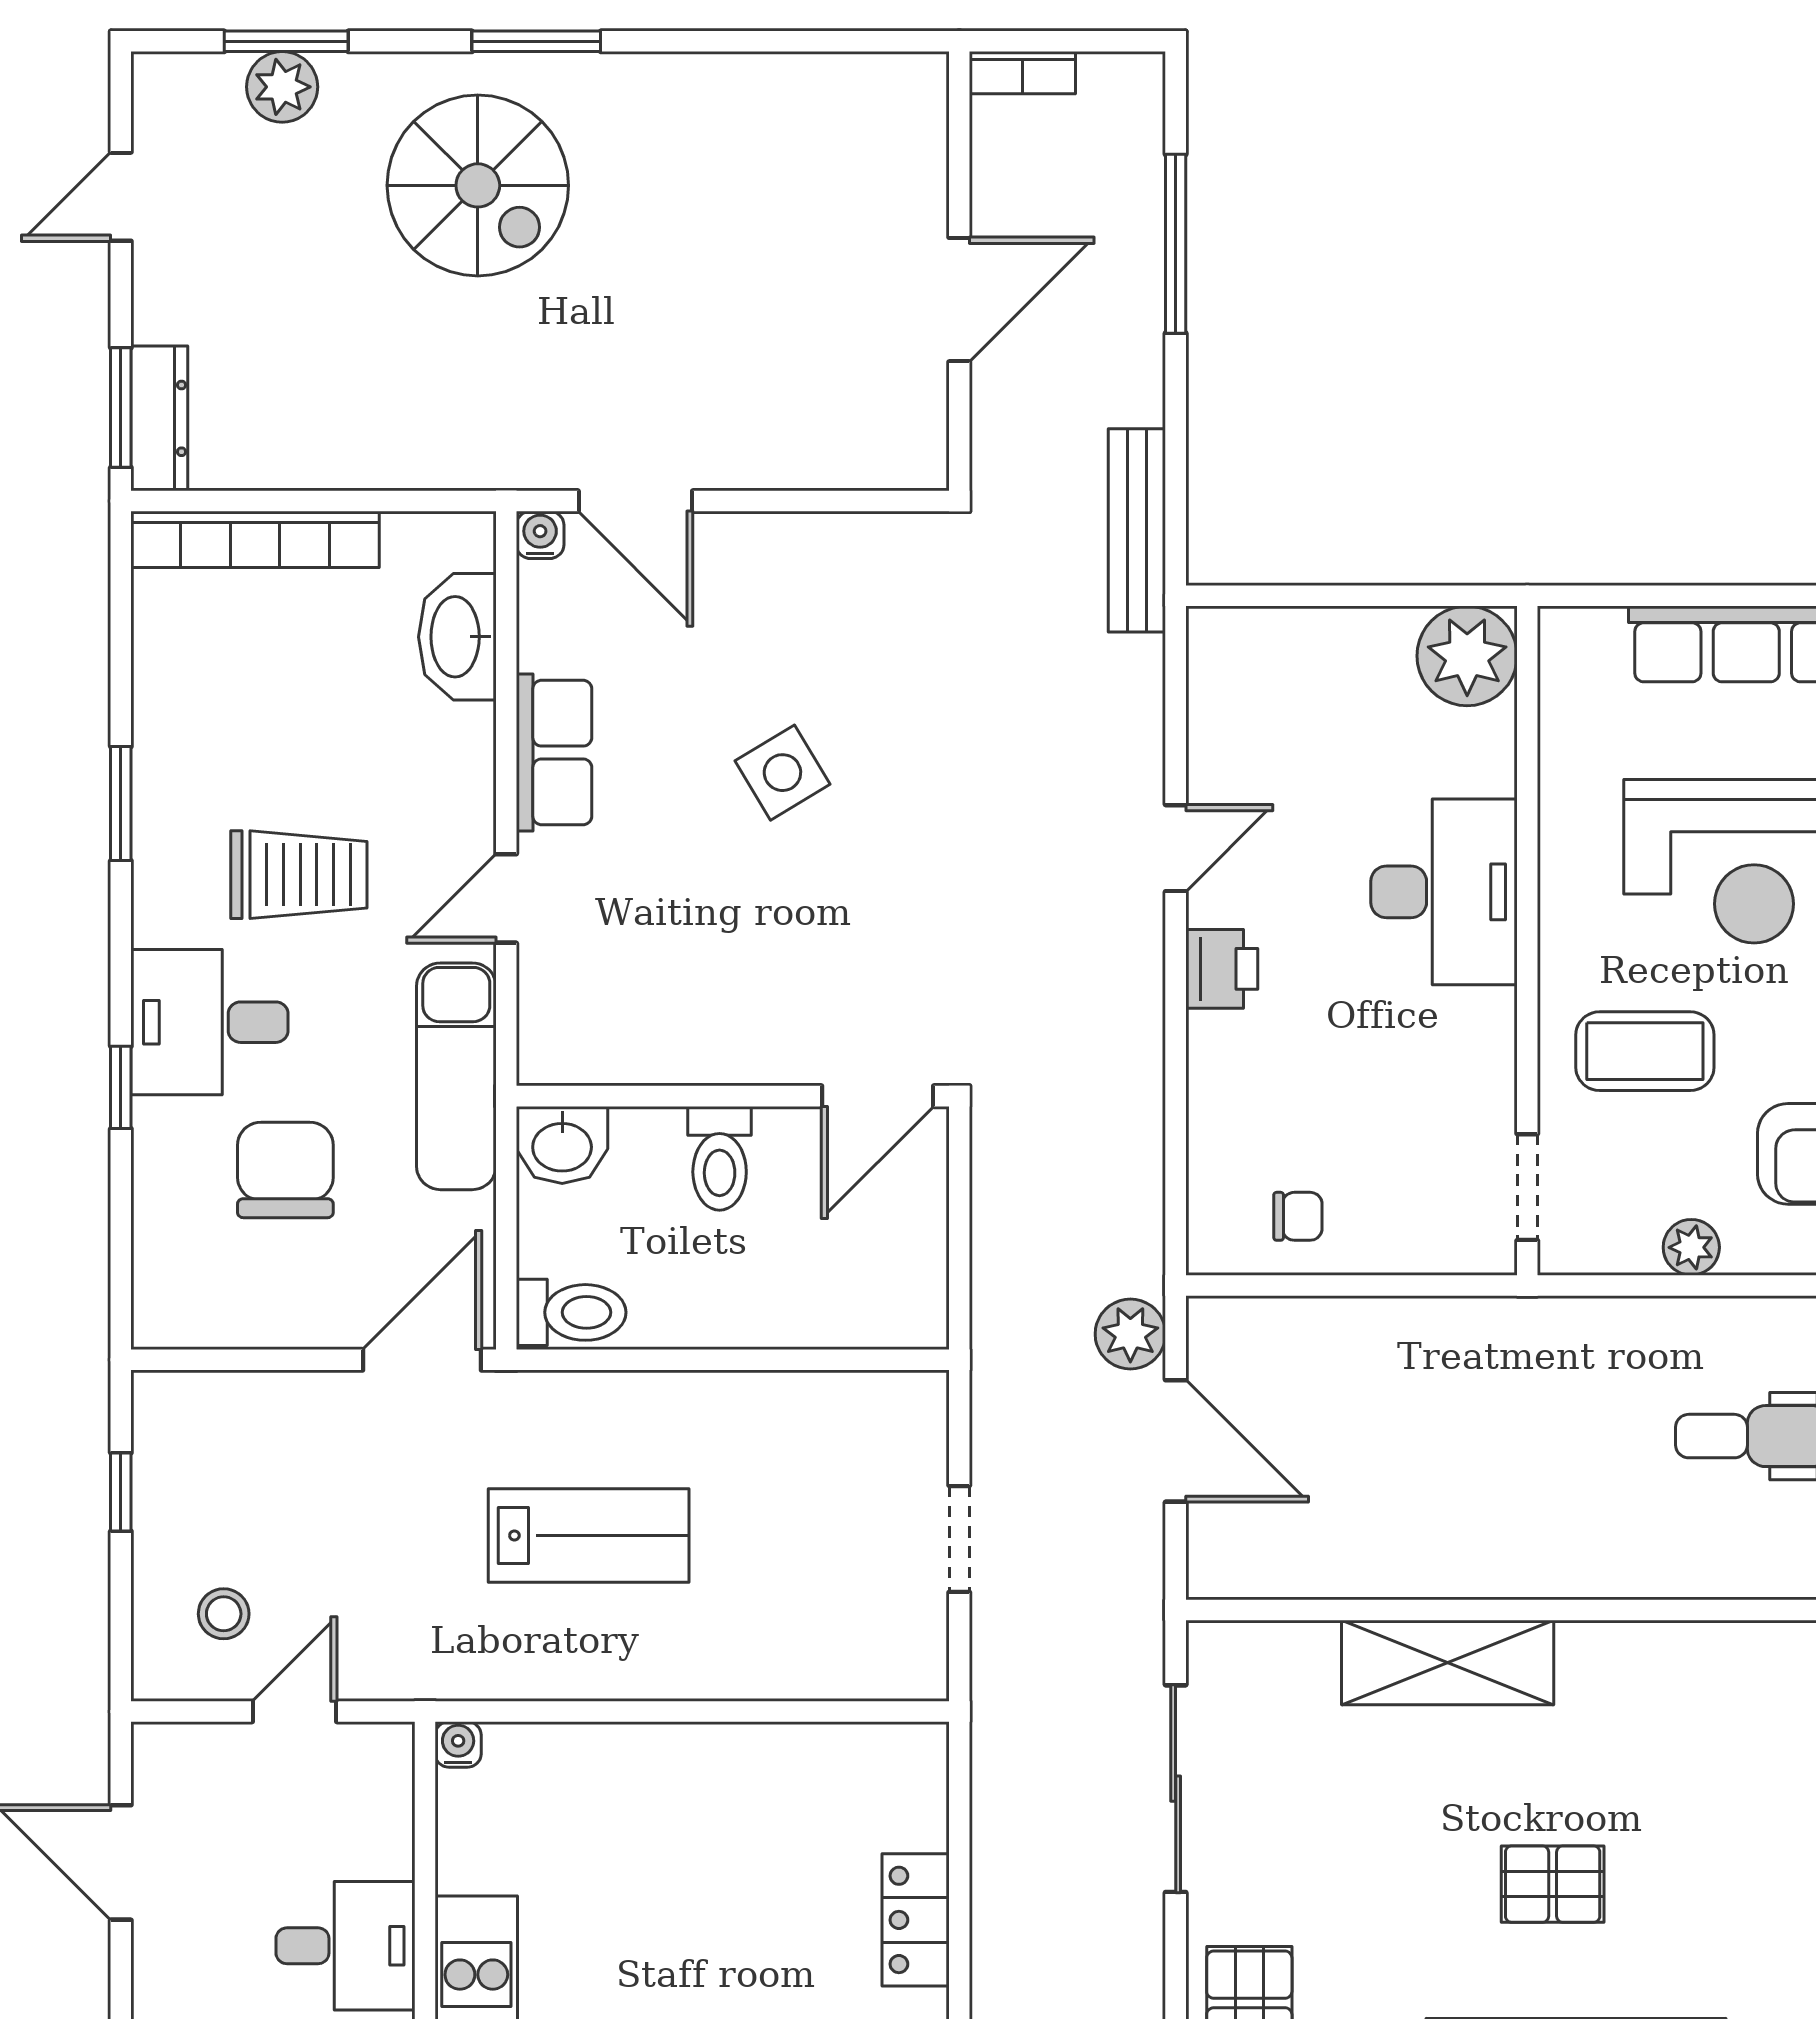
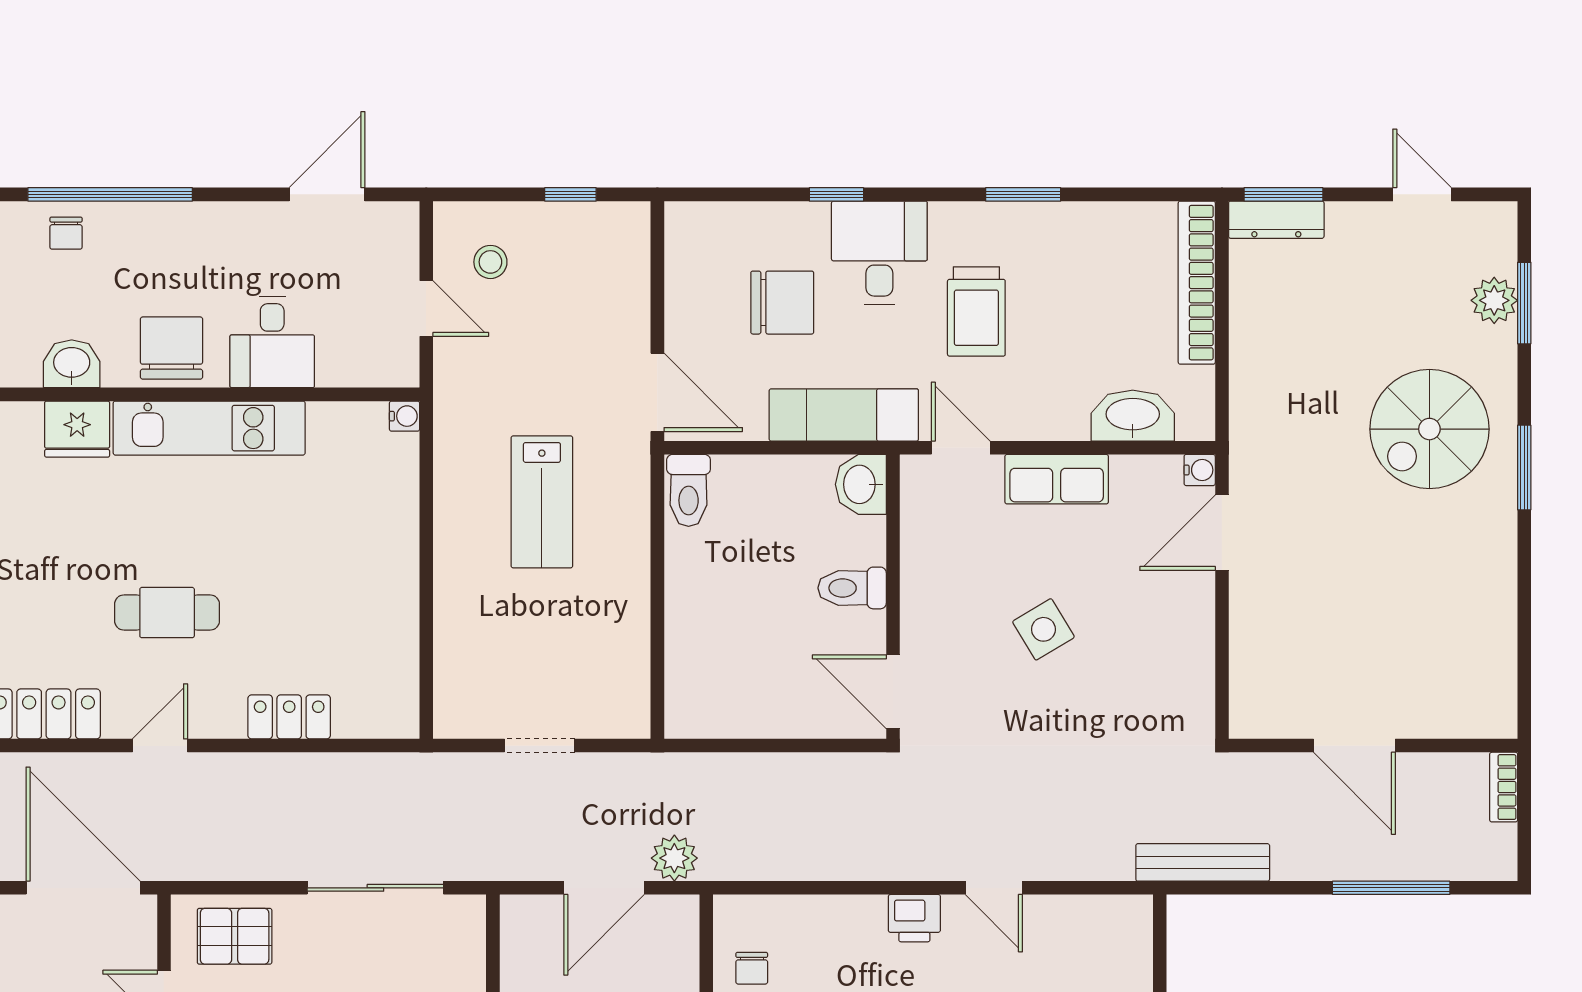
wall: (733, 1096) -> (893, 597), moved
door: (878, 1096) -> (893, 692), moved
washbasin: (562, 1145) -> (861, 484), moved
toilet: (720, 1158) -> (852, 588), moved

